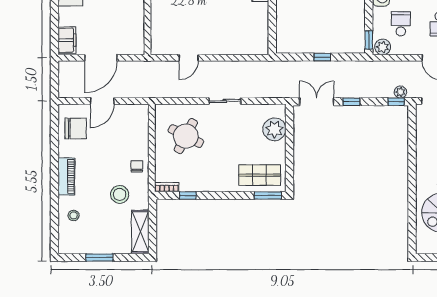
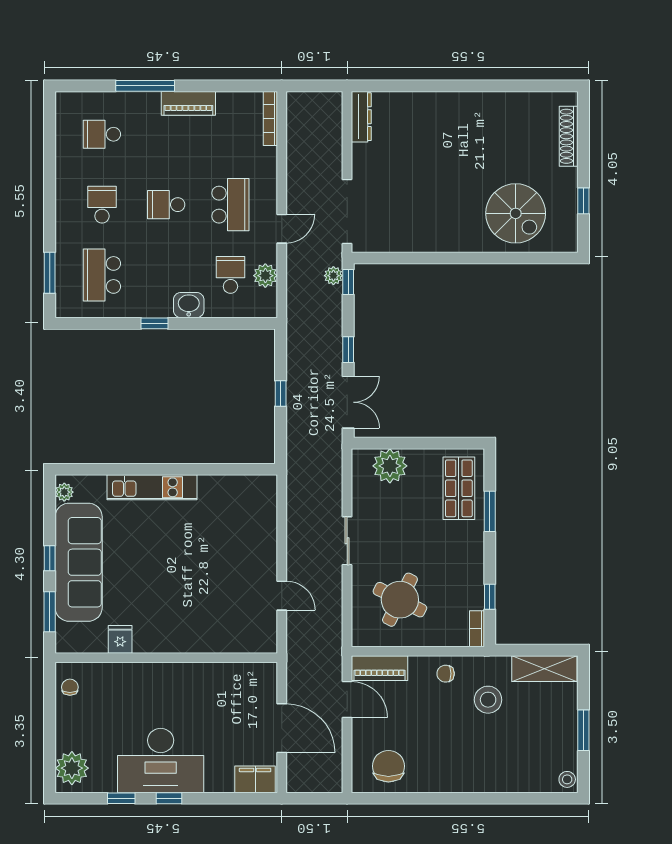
school desk: (401, 24) -> (230, 275), turned 90
window: (369, 40) -> (255, 323), removed
plant: (383, 47) -> (265, 276), moved
door: (102, 101) -> (347, 700), moved
double door: (317, 102) -> (348, 402), swing flipped
piano: (66, 176) -> (380, 668), moved, turned 180
window: (268, 195) -> (490, 511), moved
stool: (74, 215) -> (567, 779), moved

